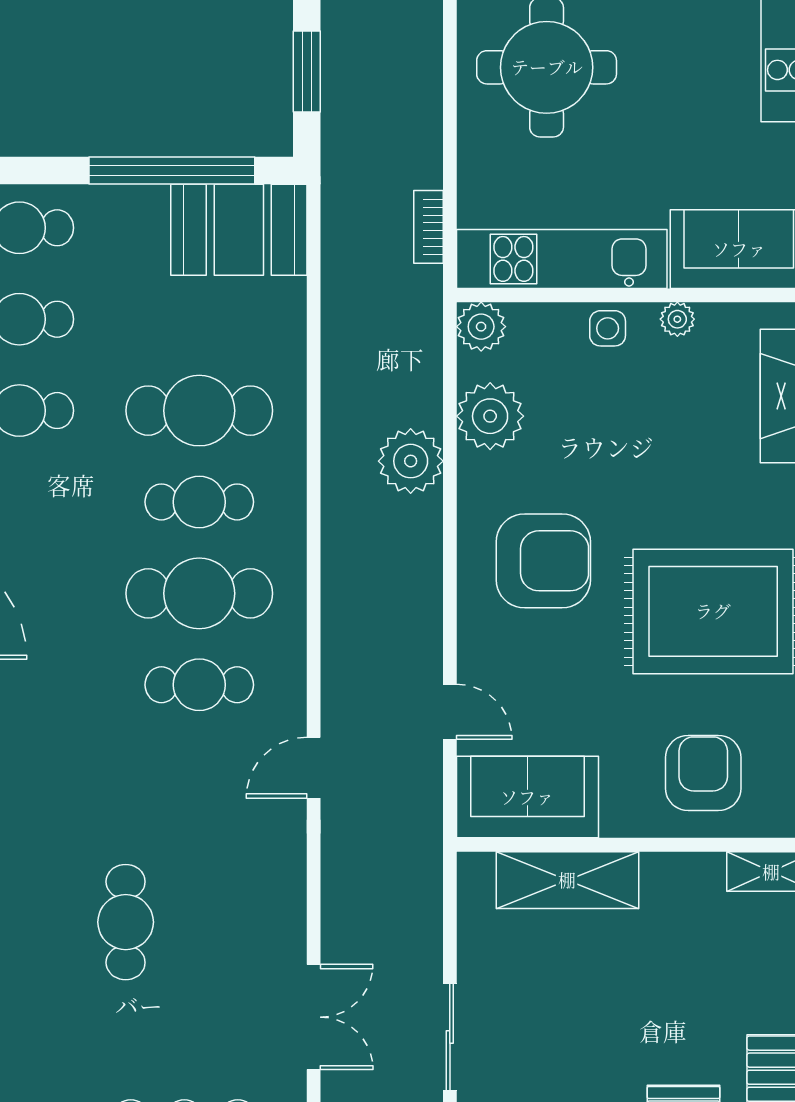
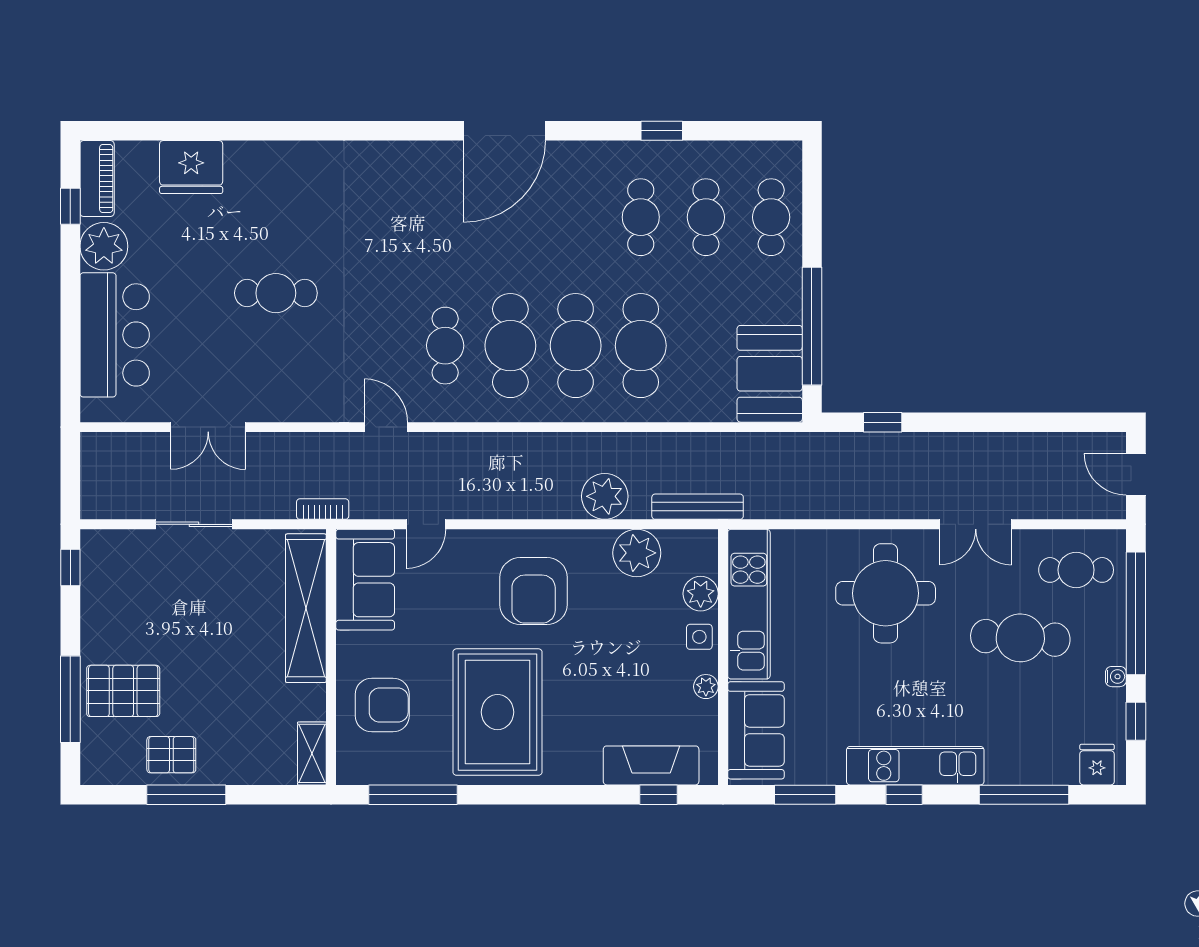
window: (307, 72) -> (883, 422), width x0.67
bookcase: (428, 227) -> (323, 509), moved
plant: (481, 327) -> (701, 594), moved
bench: (425, 331) -> (698, 507), added
cafe table: (199, 502) -> (576, 346), width x1.37, depth x1.35
shelving: (567, 880) -> (306, 608), width x1.47

